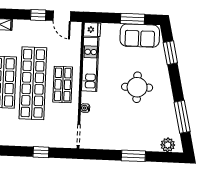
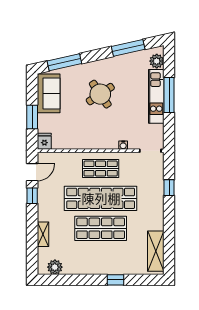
window: (133, 19) -> (32, 117), moved
window: (170, 53) -> (64, 62), width x1.44
kitchen unit: (90, 64) -> (156, 96), moved, turned -90
round table: (137, 87) -> (100, 94), turned -34
window: (133, 156) -> (169, 95), width x1.44

